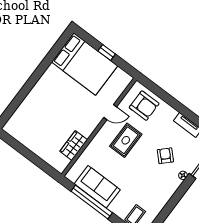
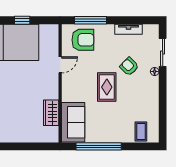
window: (162, 94) -> (90, 20), added
rug: (126, 140) -> (107, 87), moved
sofa: (97, 187) -> (73, 122), moved, turned 90

